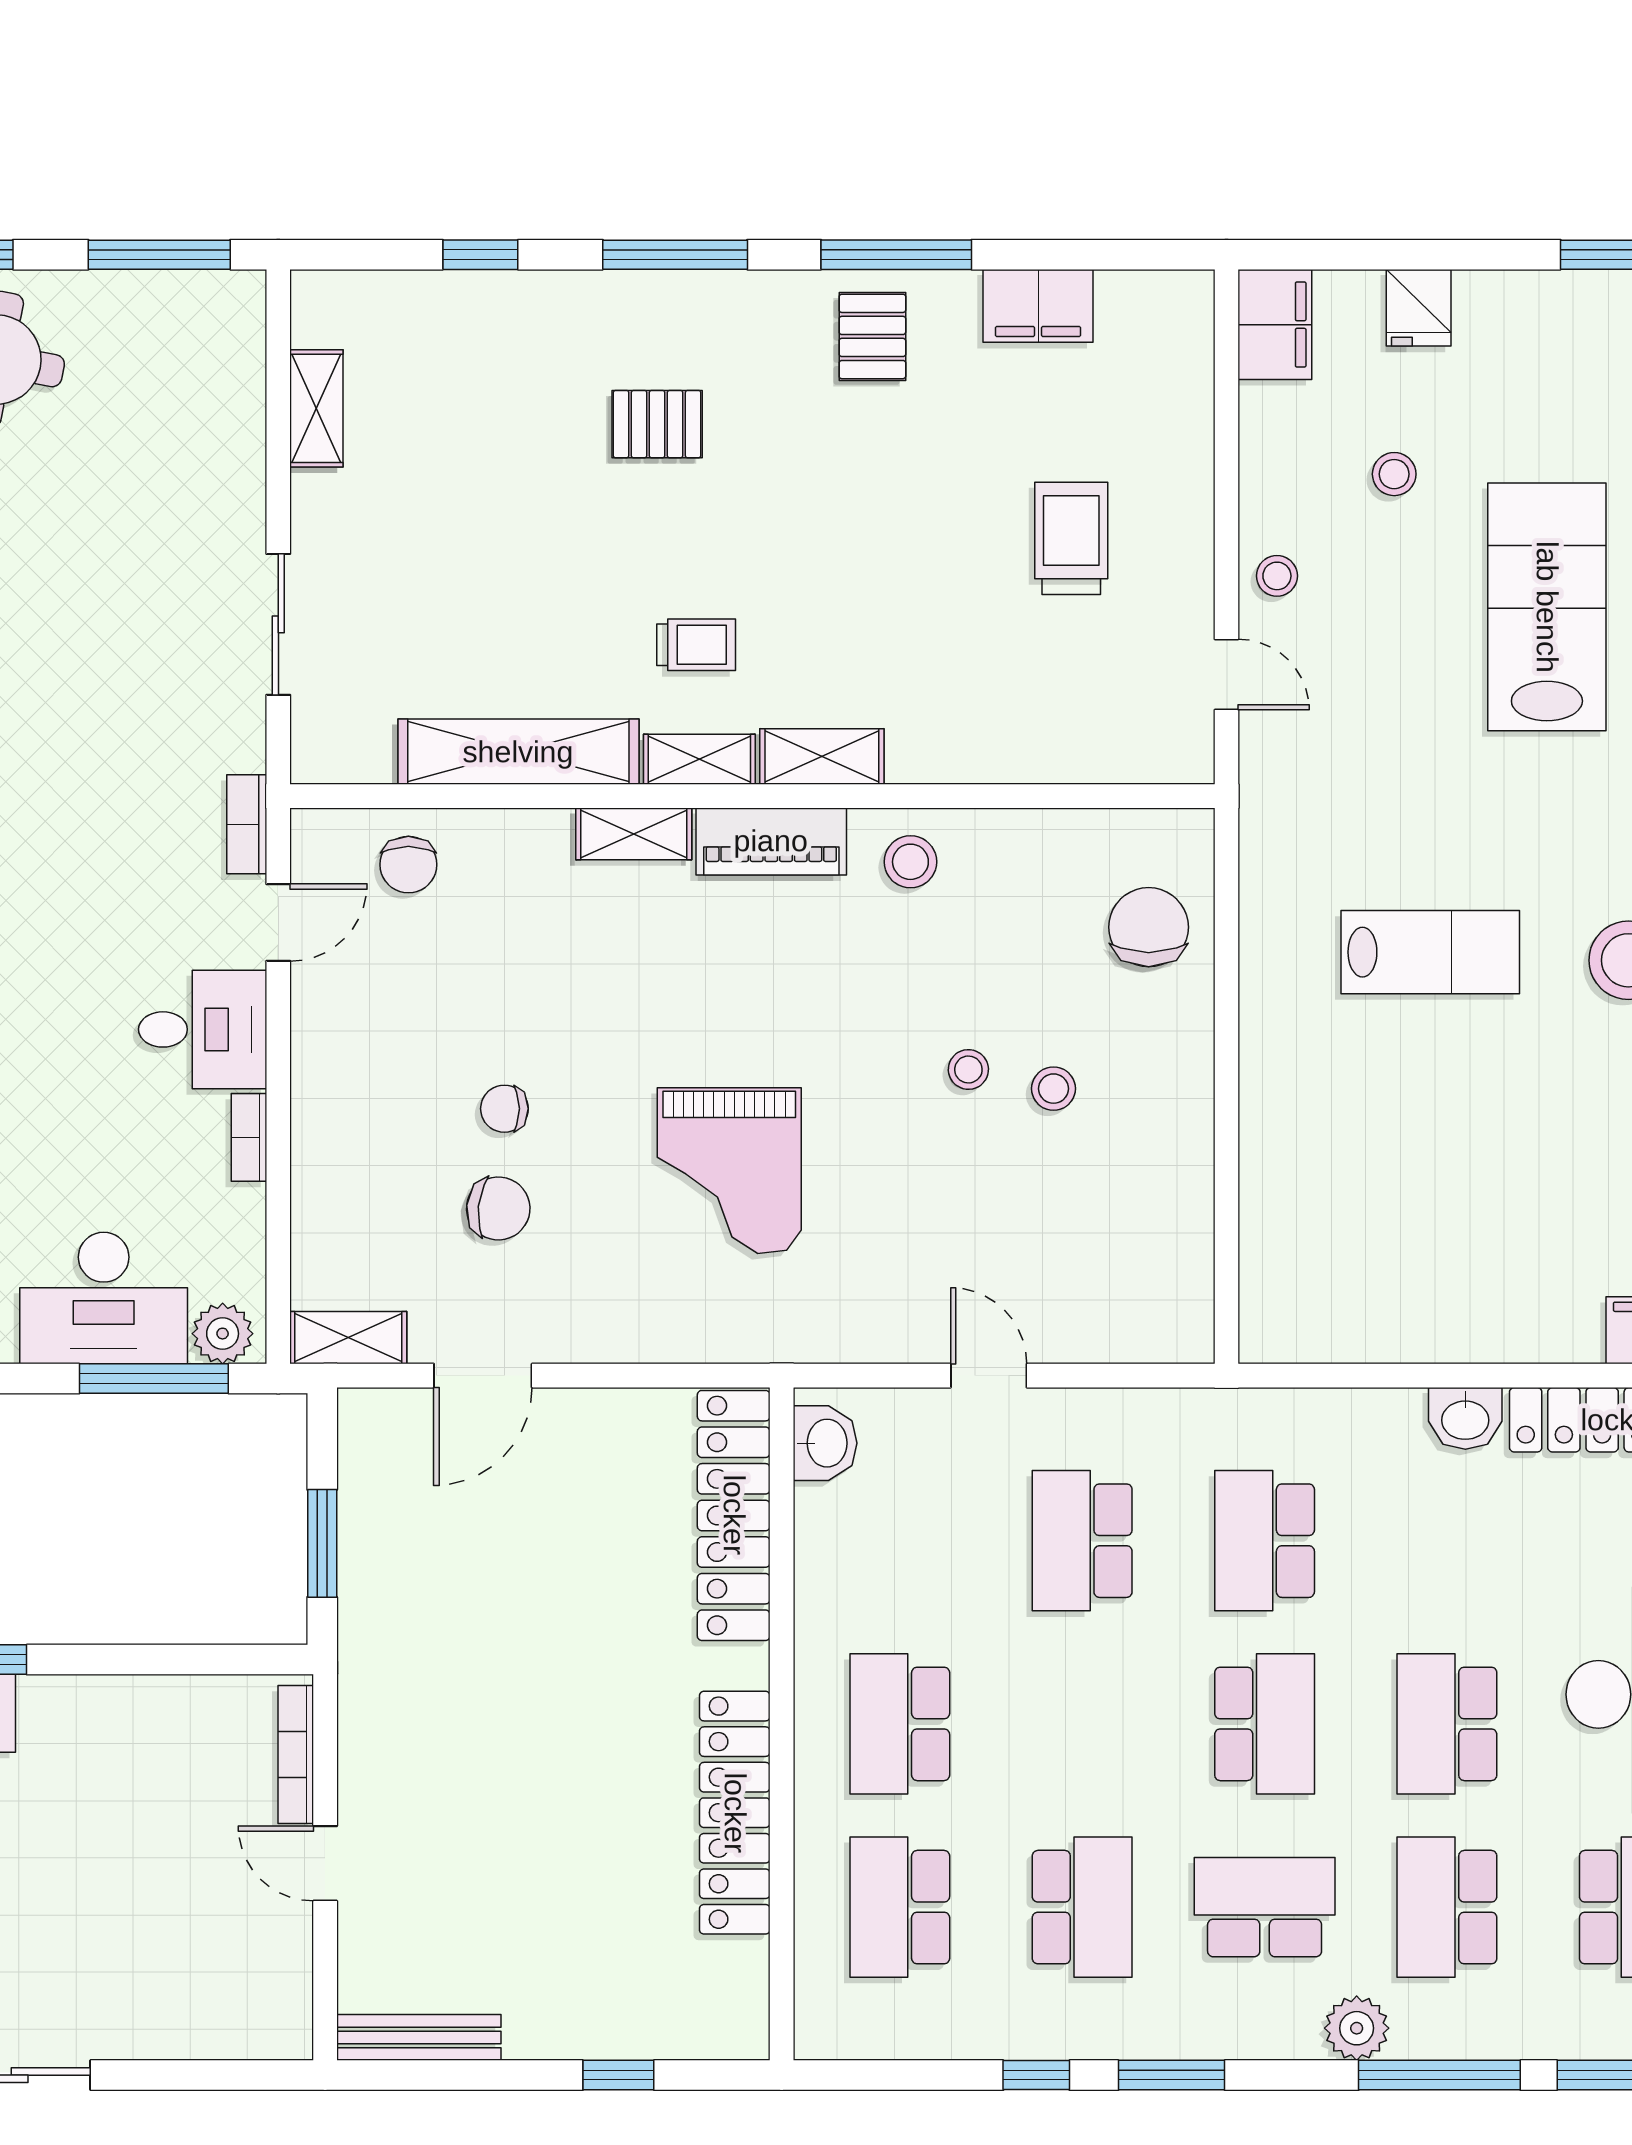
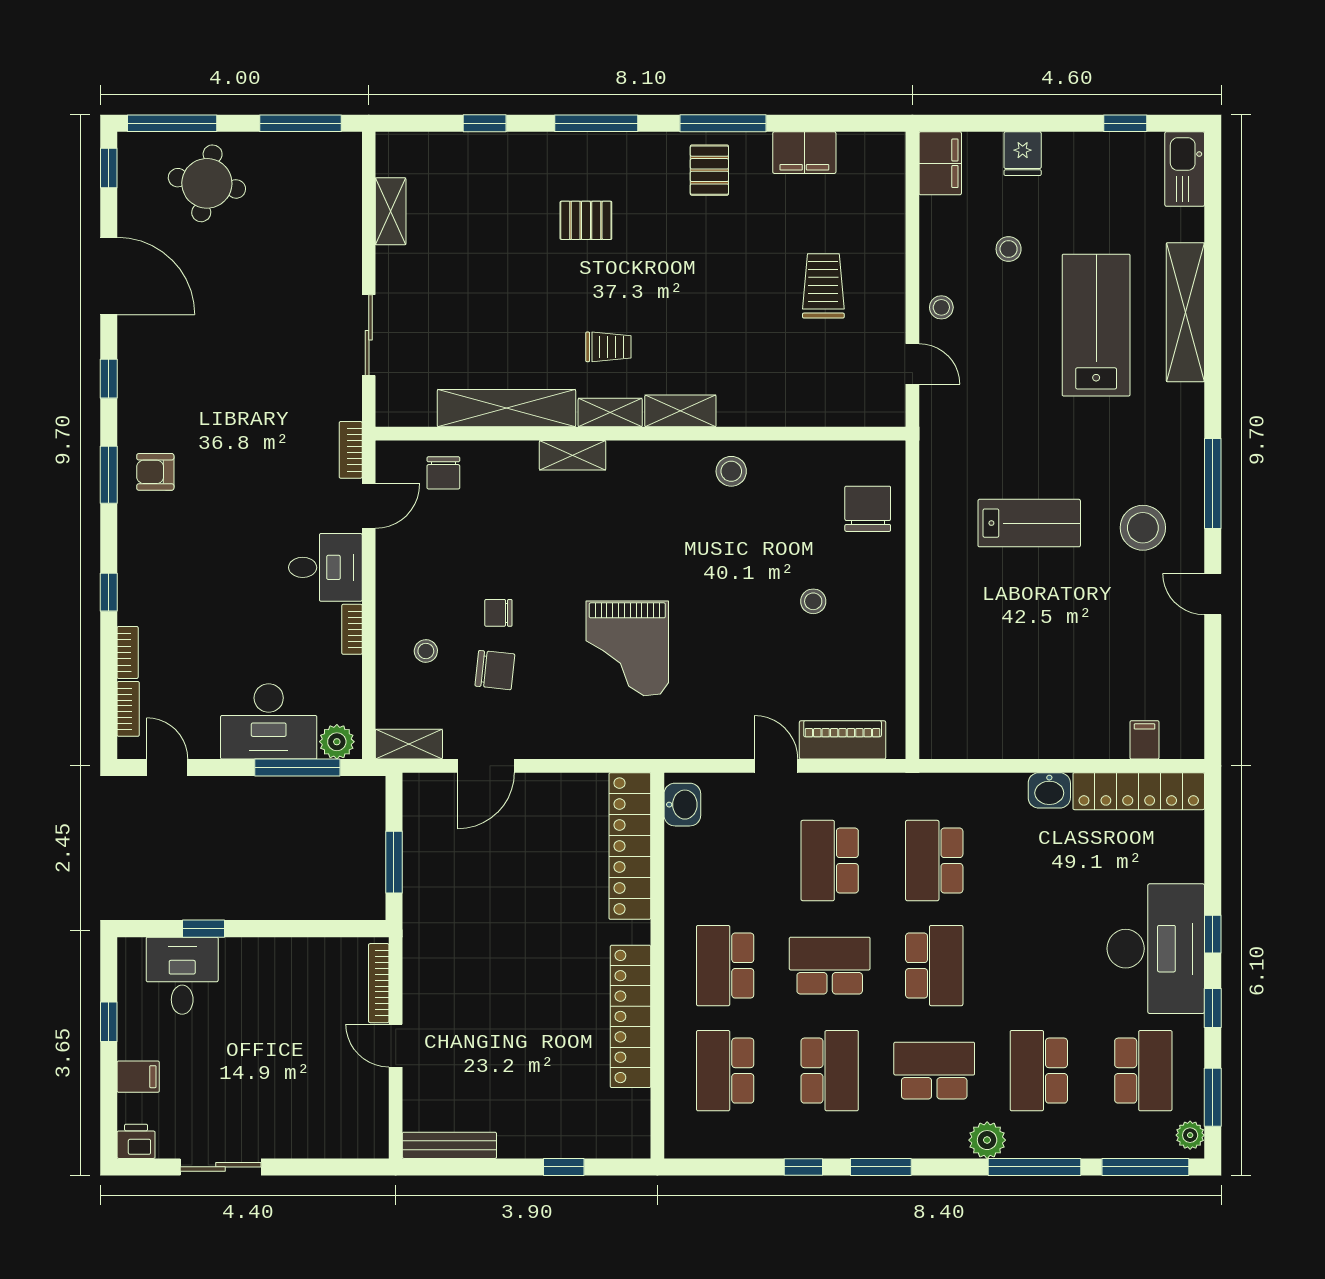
piano: (771, 841) -> (843, 740), moved, turned 180
stool: (968, 1069) -> (426, 651), moved
school desk: (1447, 1724) -> (830, 966), moved, turned 90

